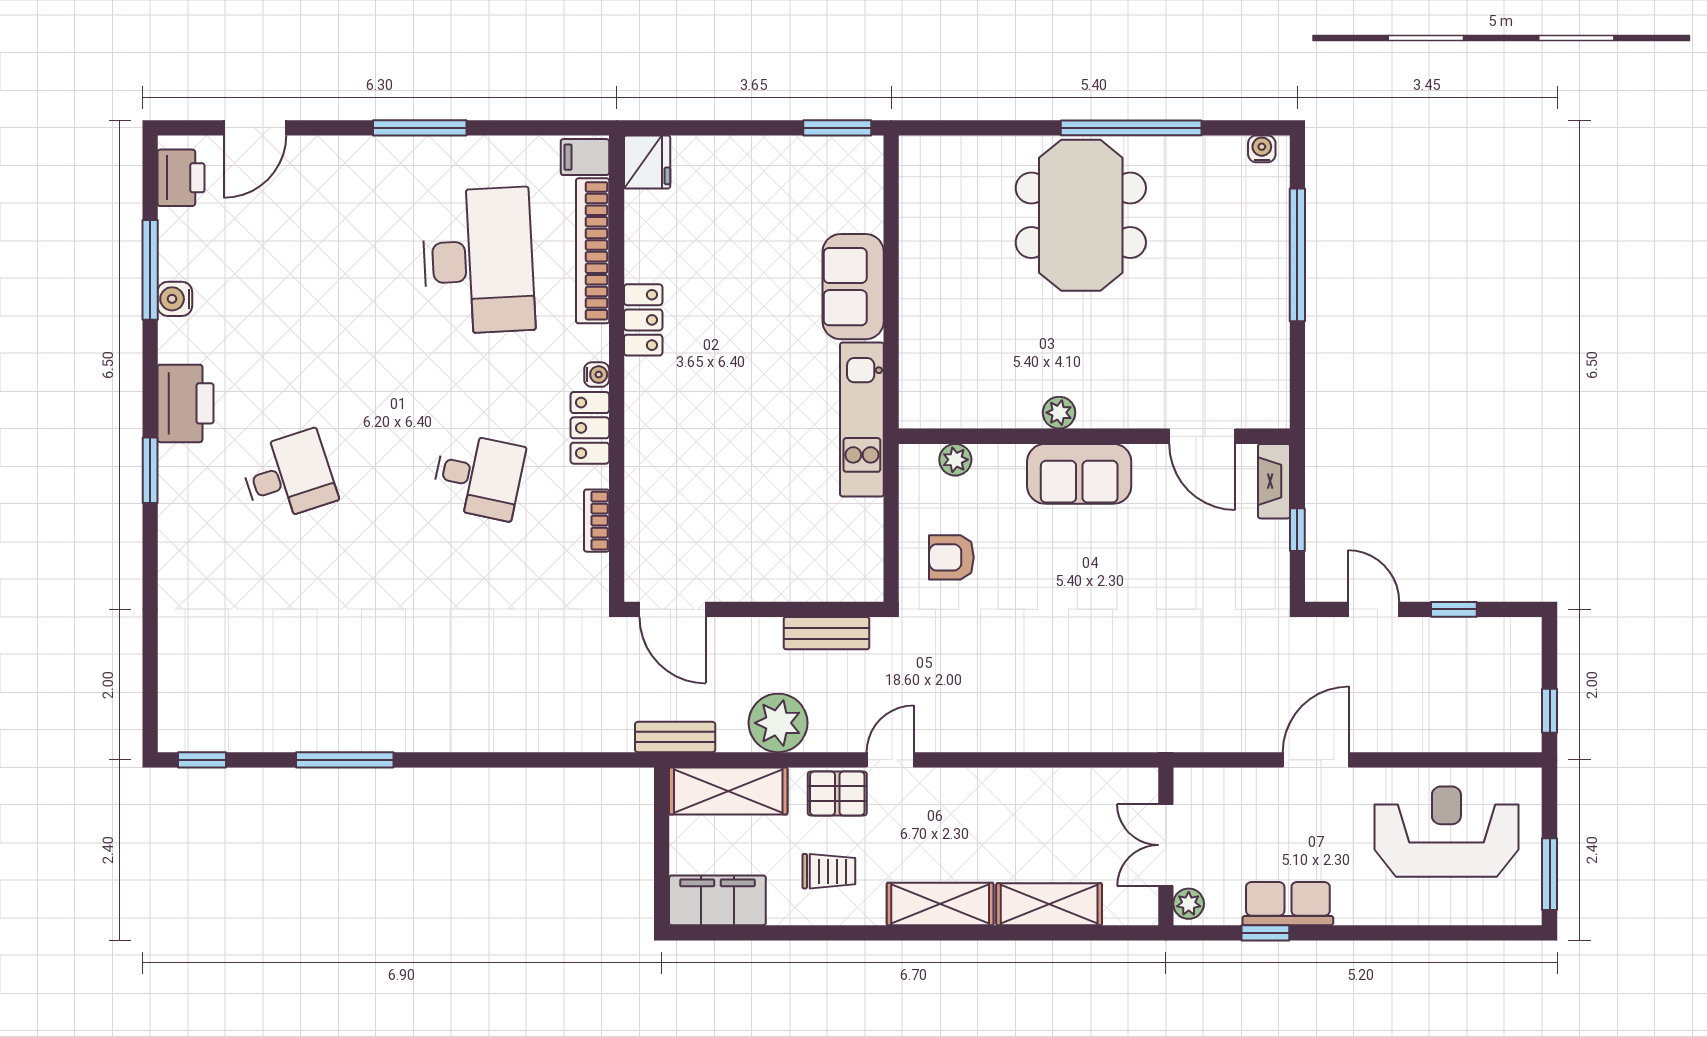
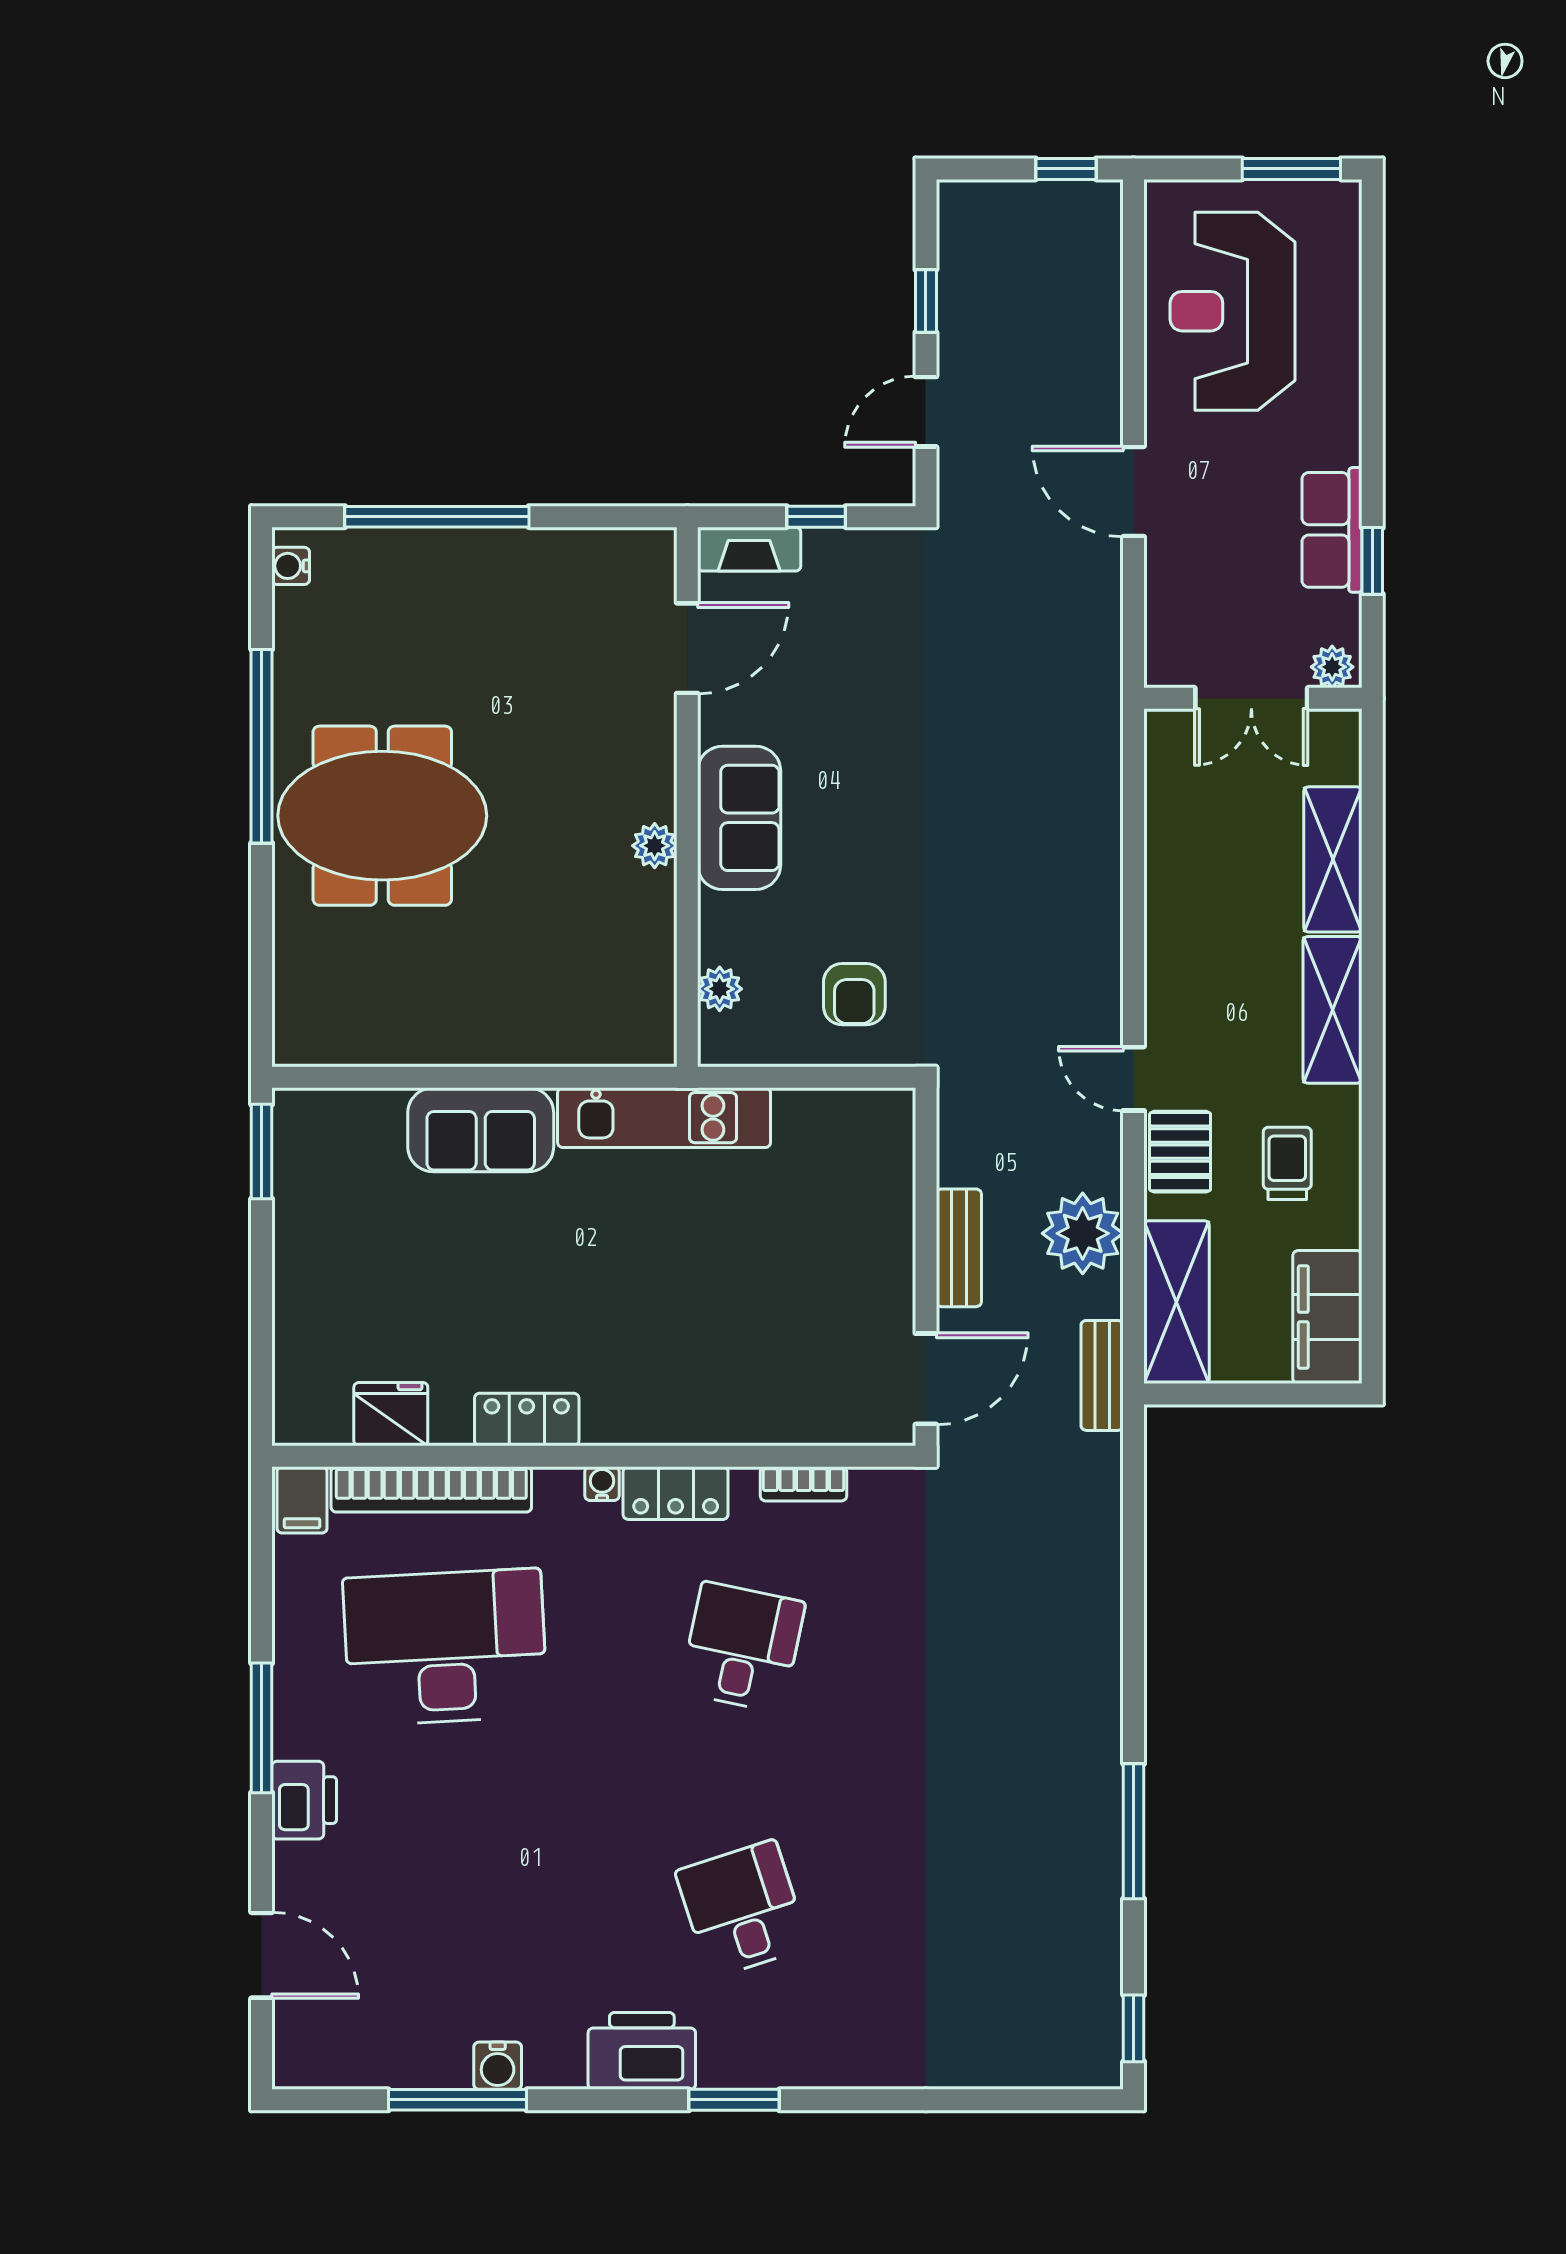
fridge: (647, 162) -> (391, 1414), moved
printer: (181, 178) -> (304, 1800), moved, turned 90
bench: (826, 633) -> (959, 1248), moved

